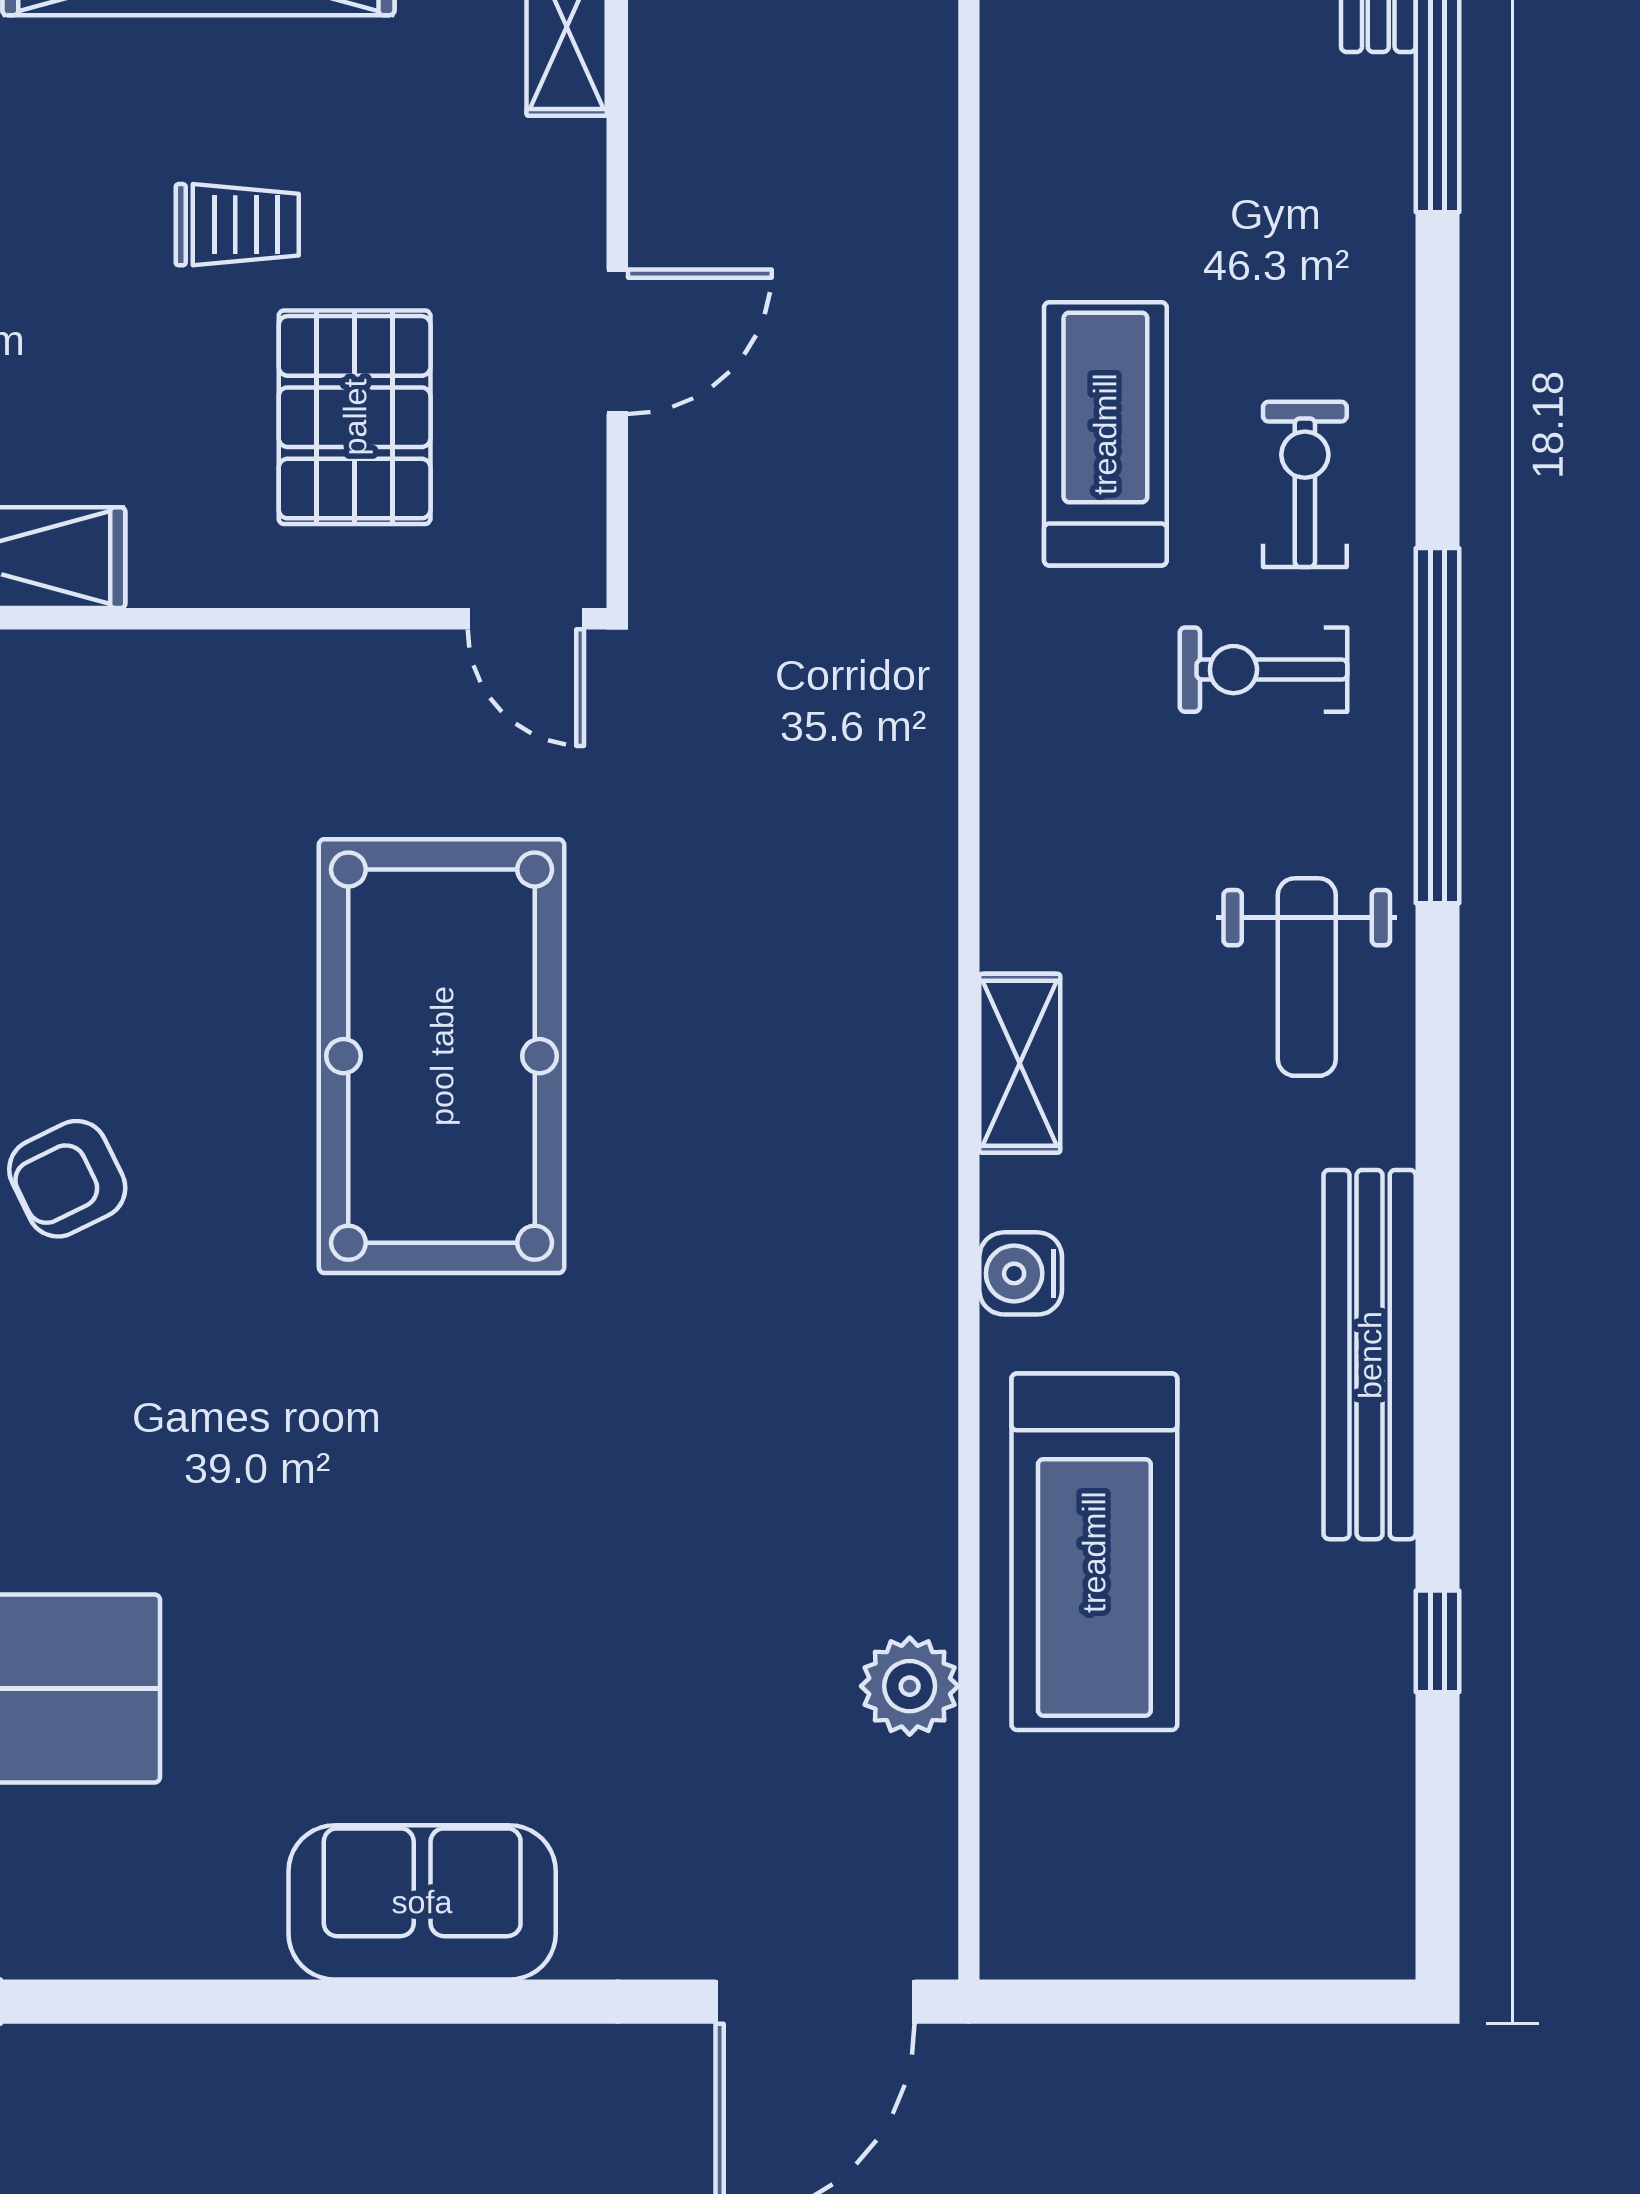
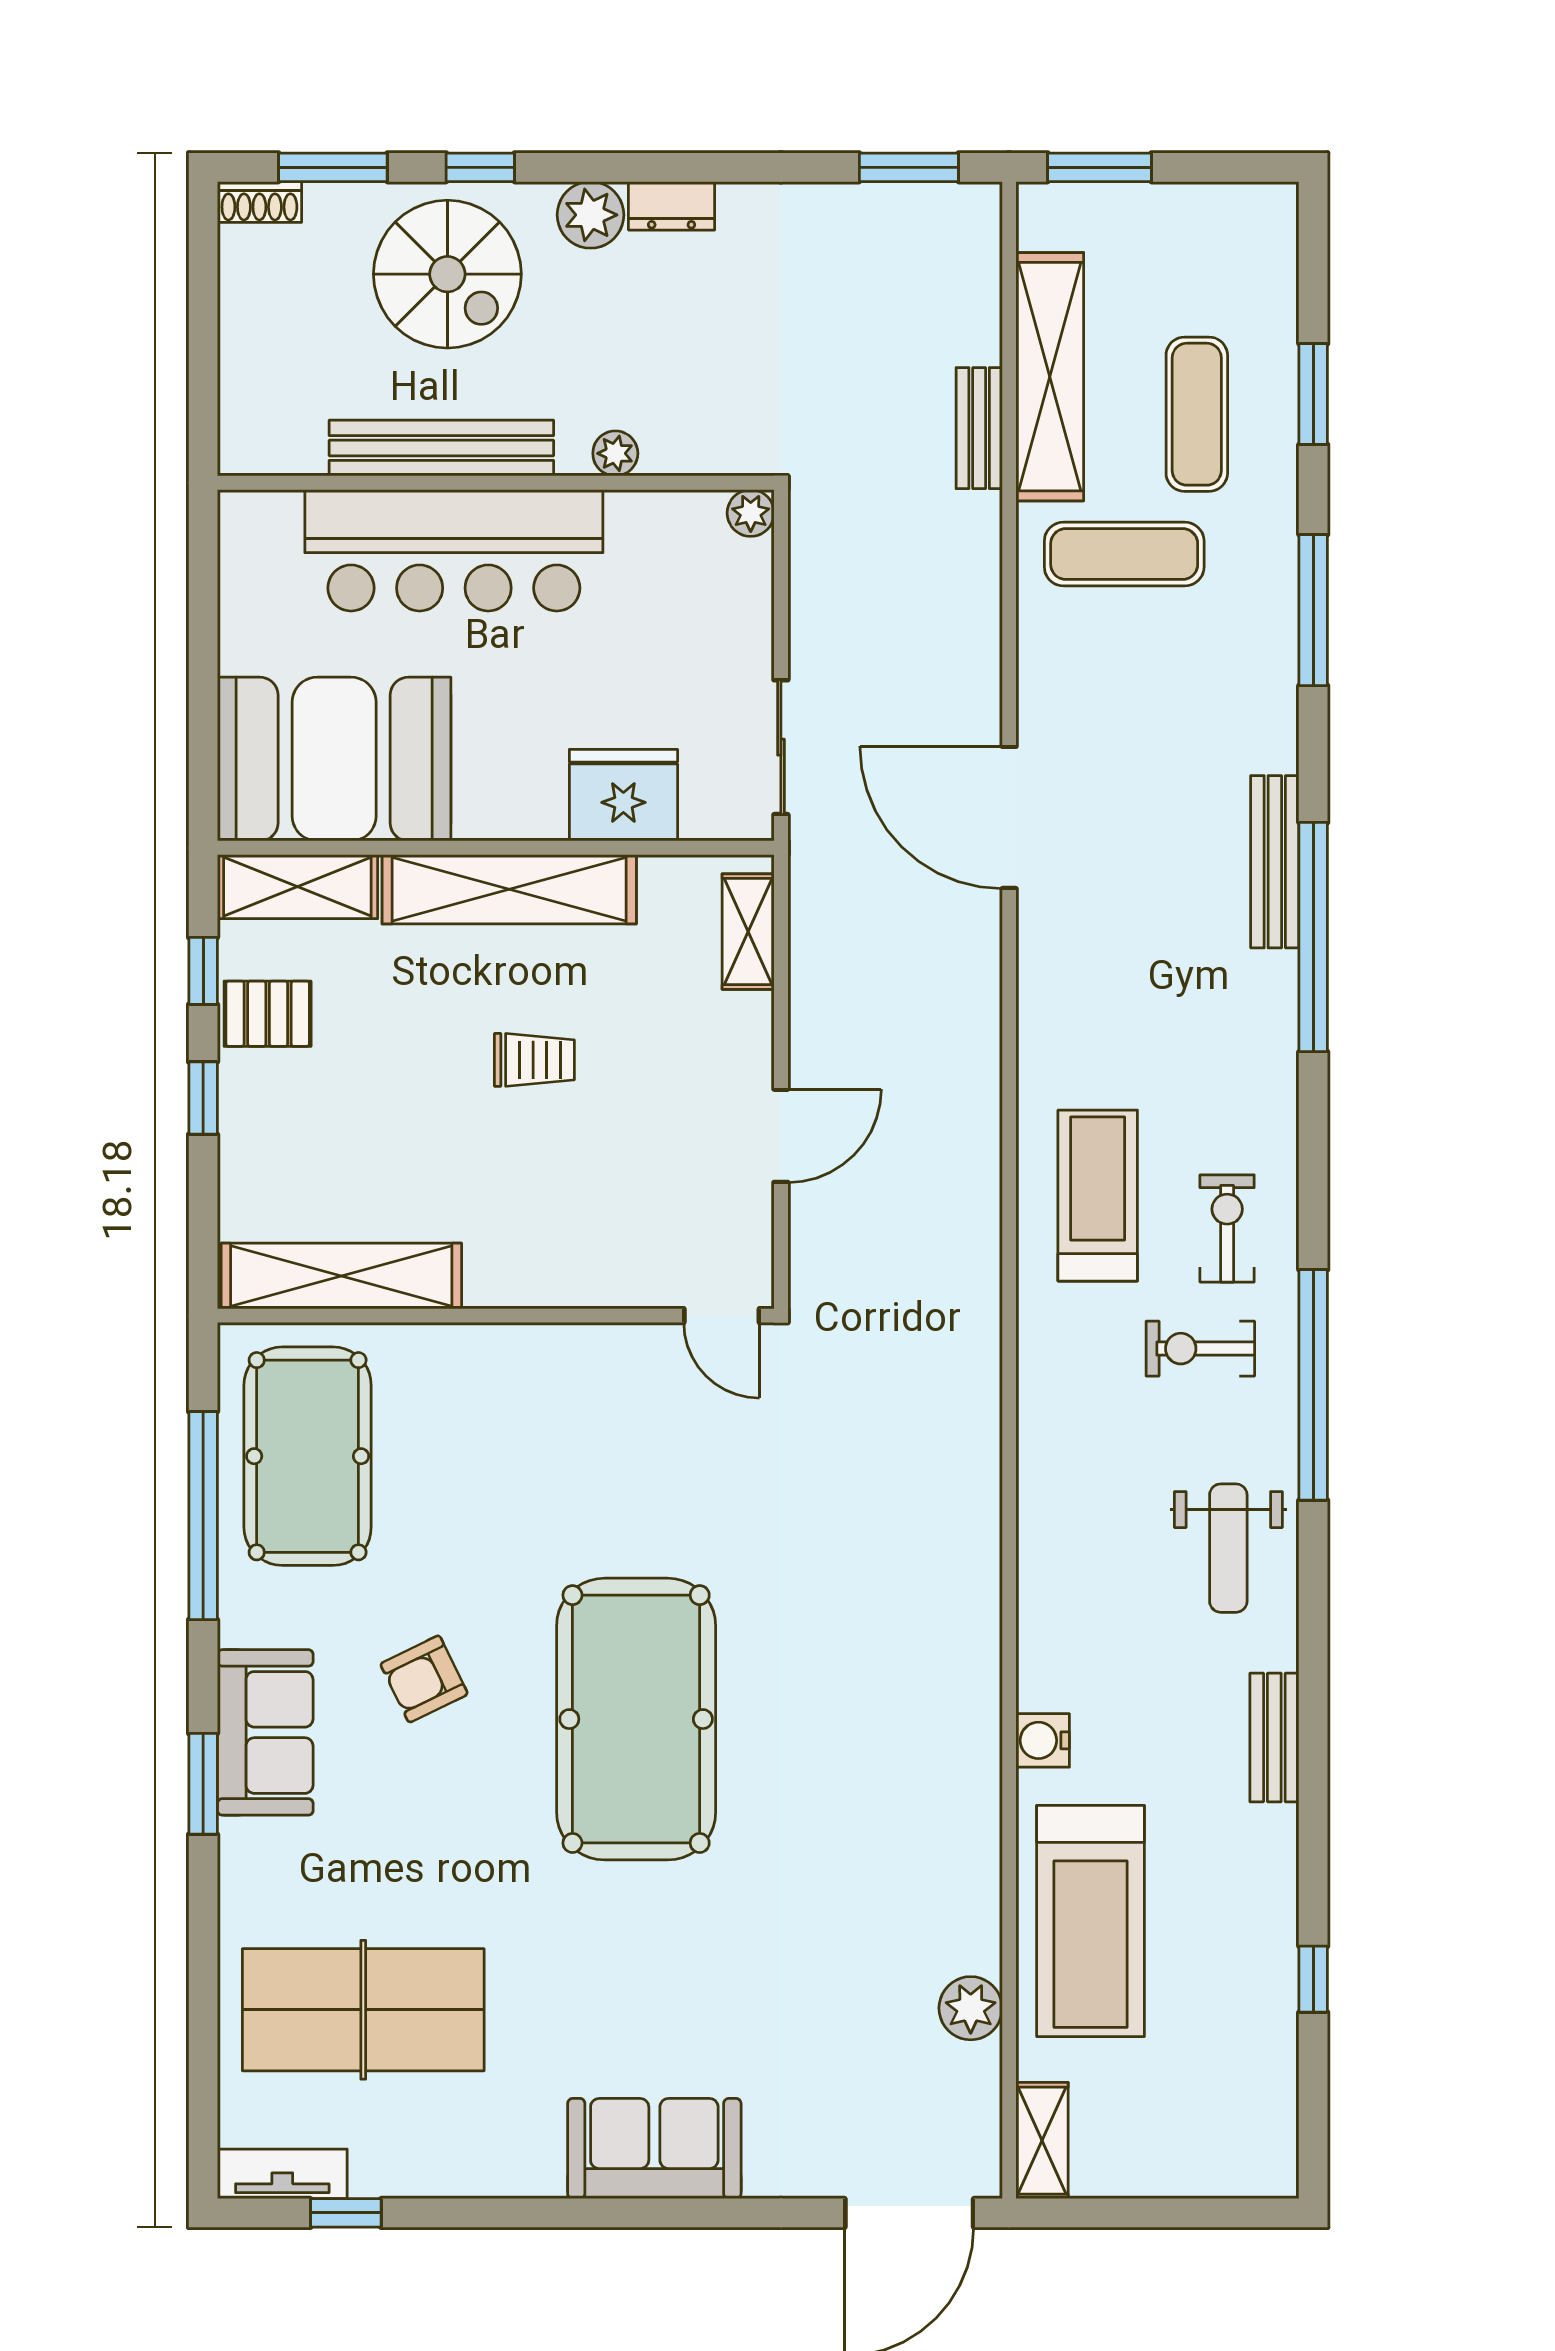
pallet: (355, 417) -> (610, 1185), removed
pool table: (442, 1056) -> (636, 1719), moved
shelving: (1020, 1063) -> (1042, 2141), moved
bench: (1370, 1355) -> (1274, 1737), width x0.54, depth x0.82

